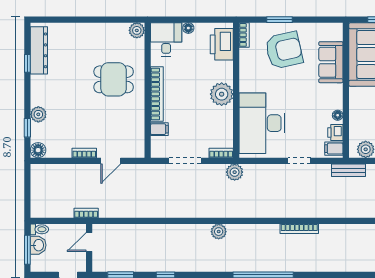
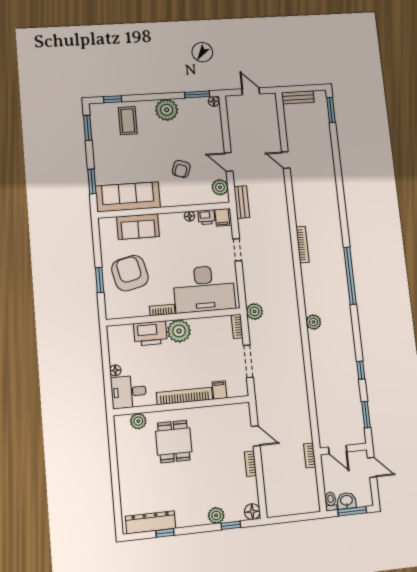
plant: (137, 30) -> (138, 421), moved
bookcase: (244, 35) -> (162, 310), moved
printer: (222, 44) -> (150, 333), moved

